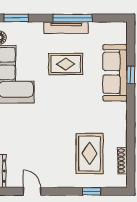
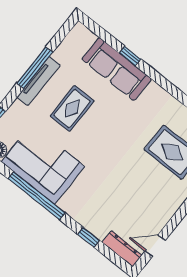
door: (32, 191) -> (155, 246), moved

